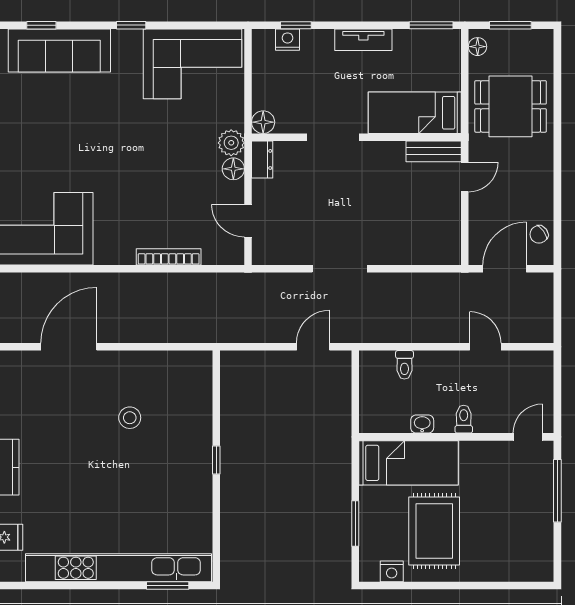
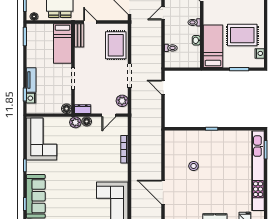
tv unit: (363, 40) -> (31, 80), moved
rug: (411, 237) -> (116, 45), added
plant: (281, 251) -> (122, 101), added

